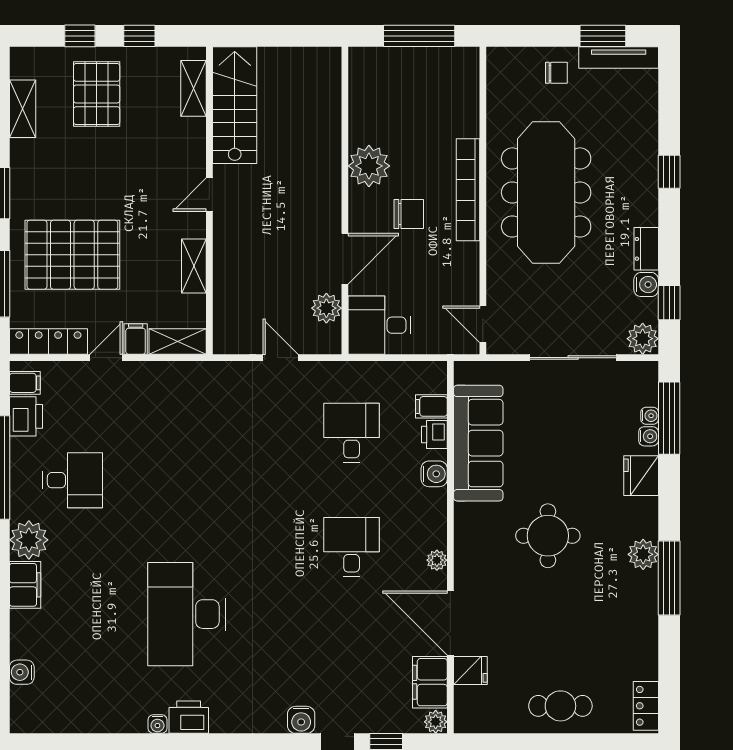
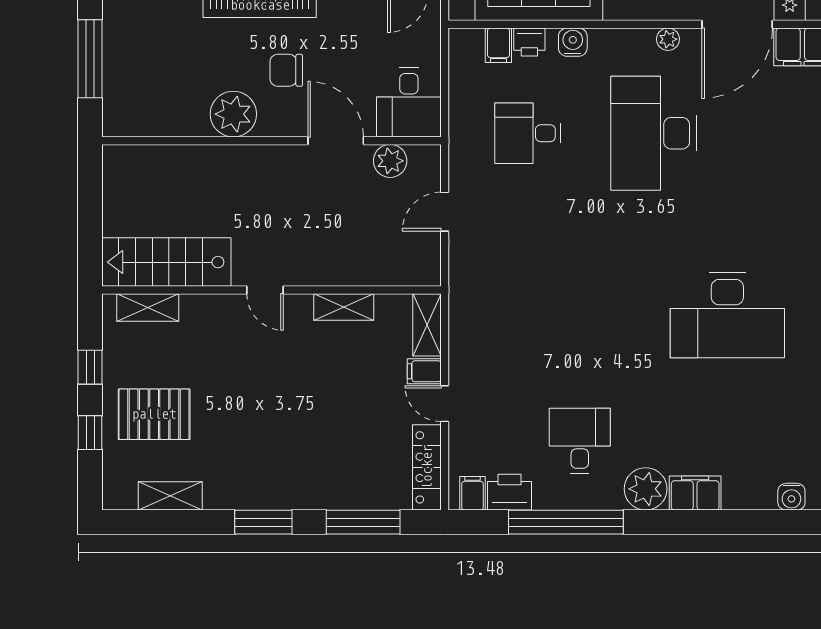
chair: (409, 214) -> (286, 70), turned -90
pallet: (72, 255) -> (331, 441), removed
desk: (352, 547) -> (654, 133), width x1.87, depth x1.30

